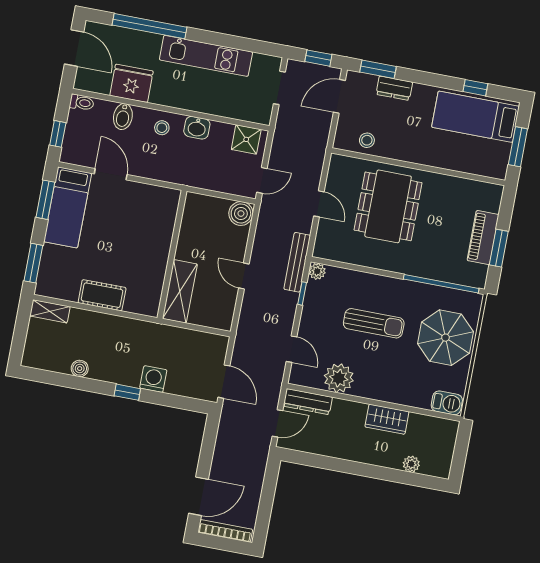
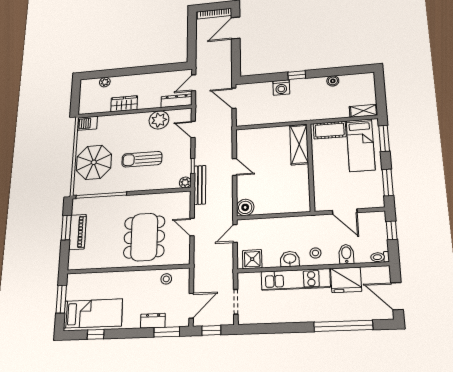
kitchen unit: (206, 56) -> (296, 279), moved, turned 180
bed: (68, 207) -> (361, 145), moved, turned 180
wall: (172, 254) -> (311, 167), moved
shelving: (180, 291) -> (299, 144), moved

